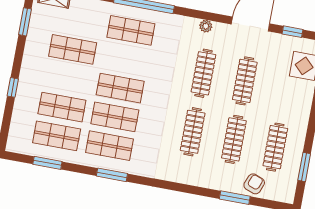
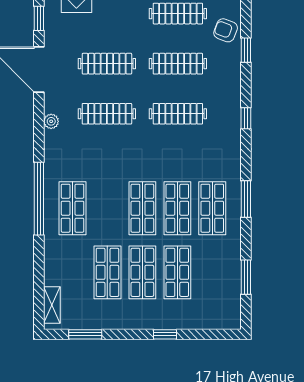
shop shelf: (57, 136) -> (142, 272), moved
window: (179, 187) -> (246, 118), added
window: (235, 198) -> (246, 50), width x0.67

